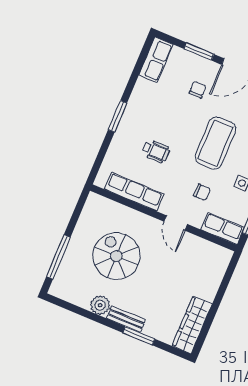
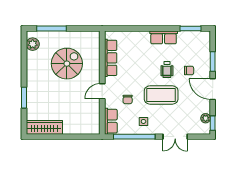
row of seats: (156, 60) -> (164, 37), moved
window: (117, 116) -> (191, 28), moved
wheelchair: (156, 151) -> (167, 69), moved
plant: (100, 305) -> (33, 44), moved
bench: (126, 319) -> (31, 86), removed

